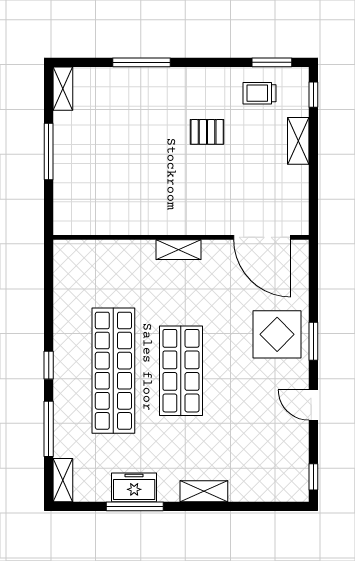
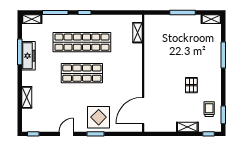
shelving: (178, 250) -> (137, 33), moved
freezer: (134, 487) -> (28, 56), width x1.40
shelving: (204, 491) -> (27, 97), moved

